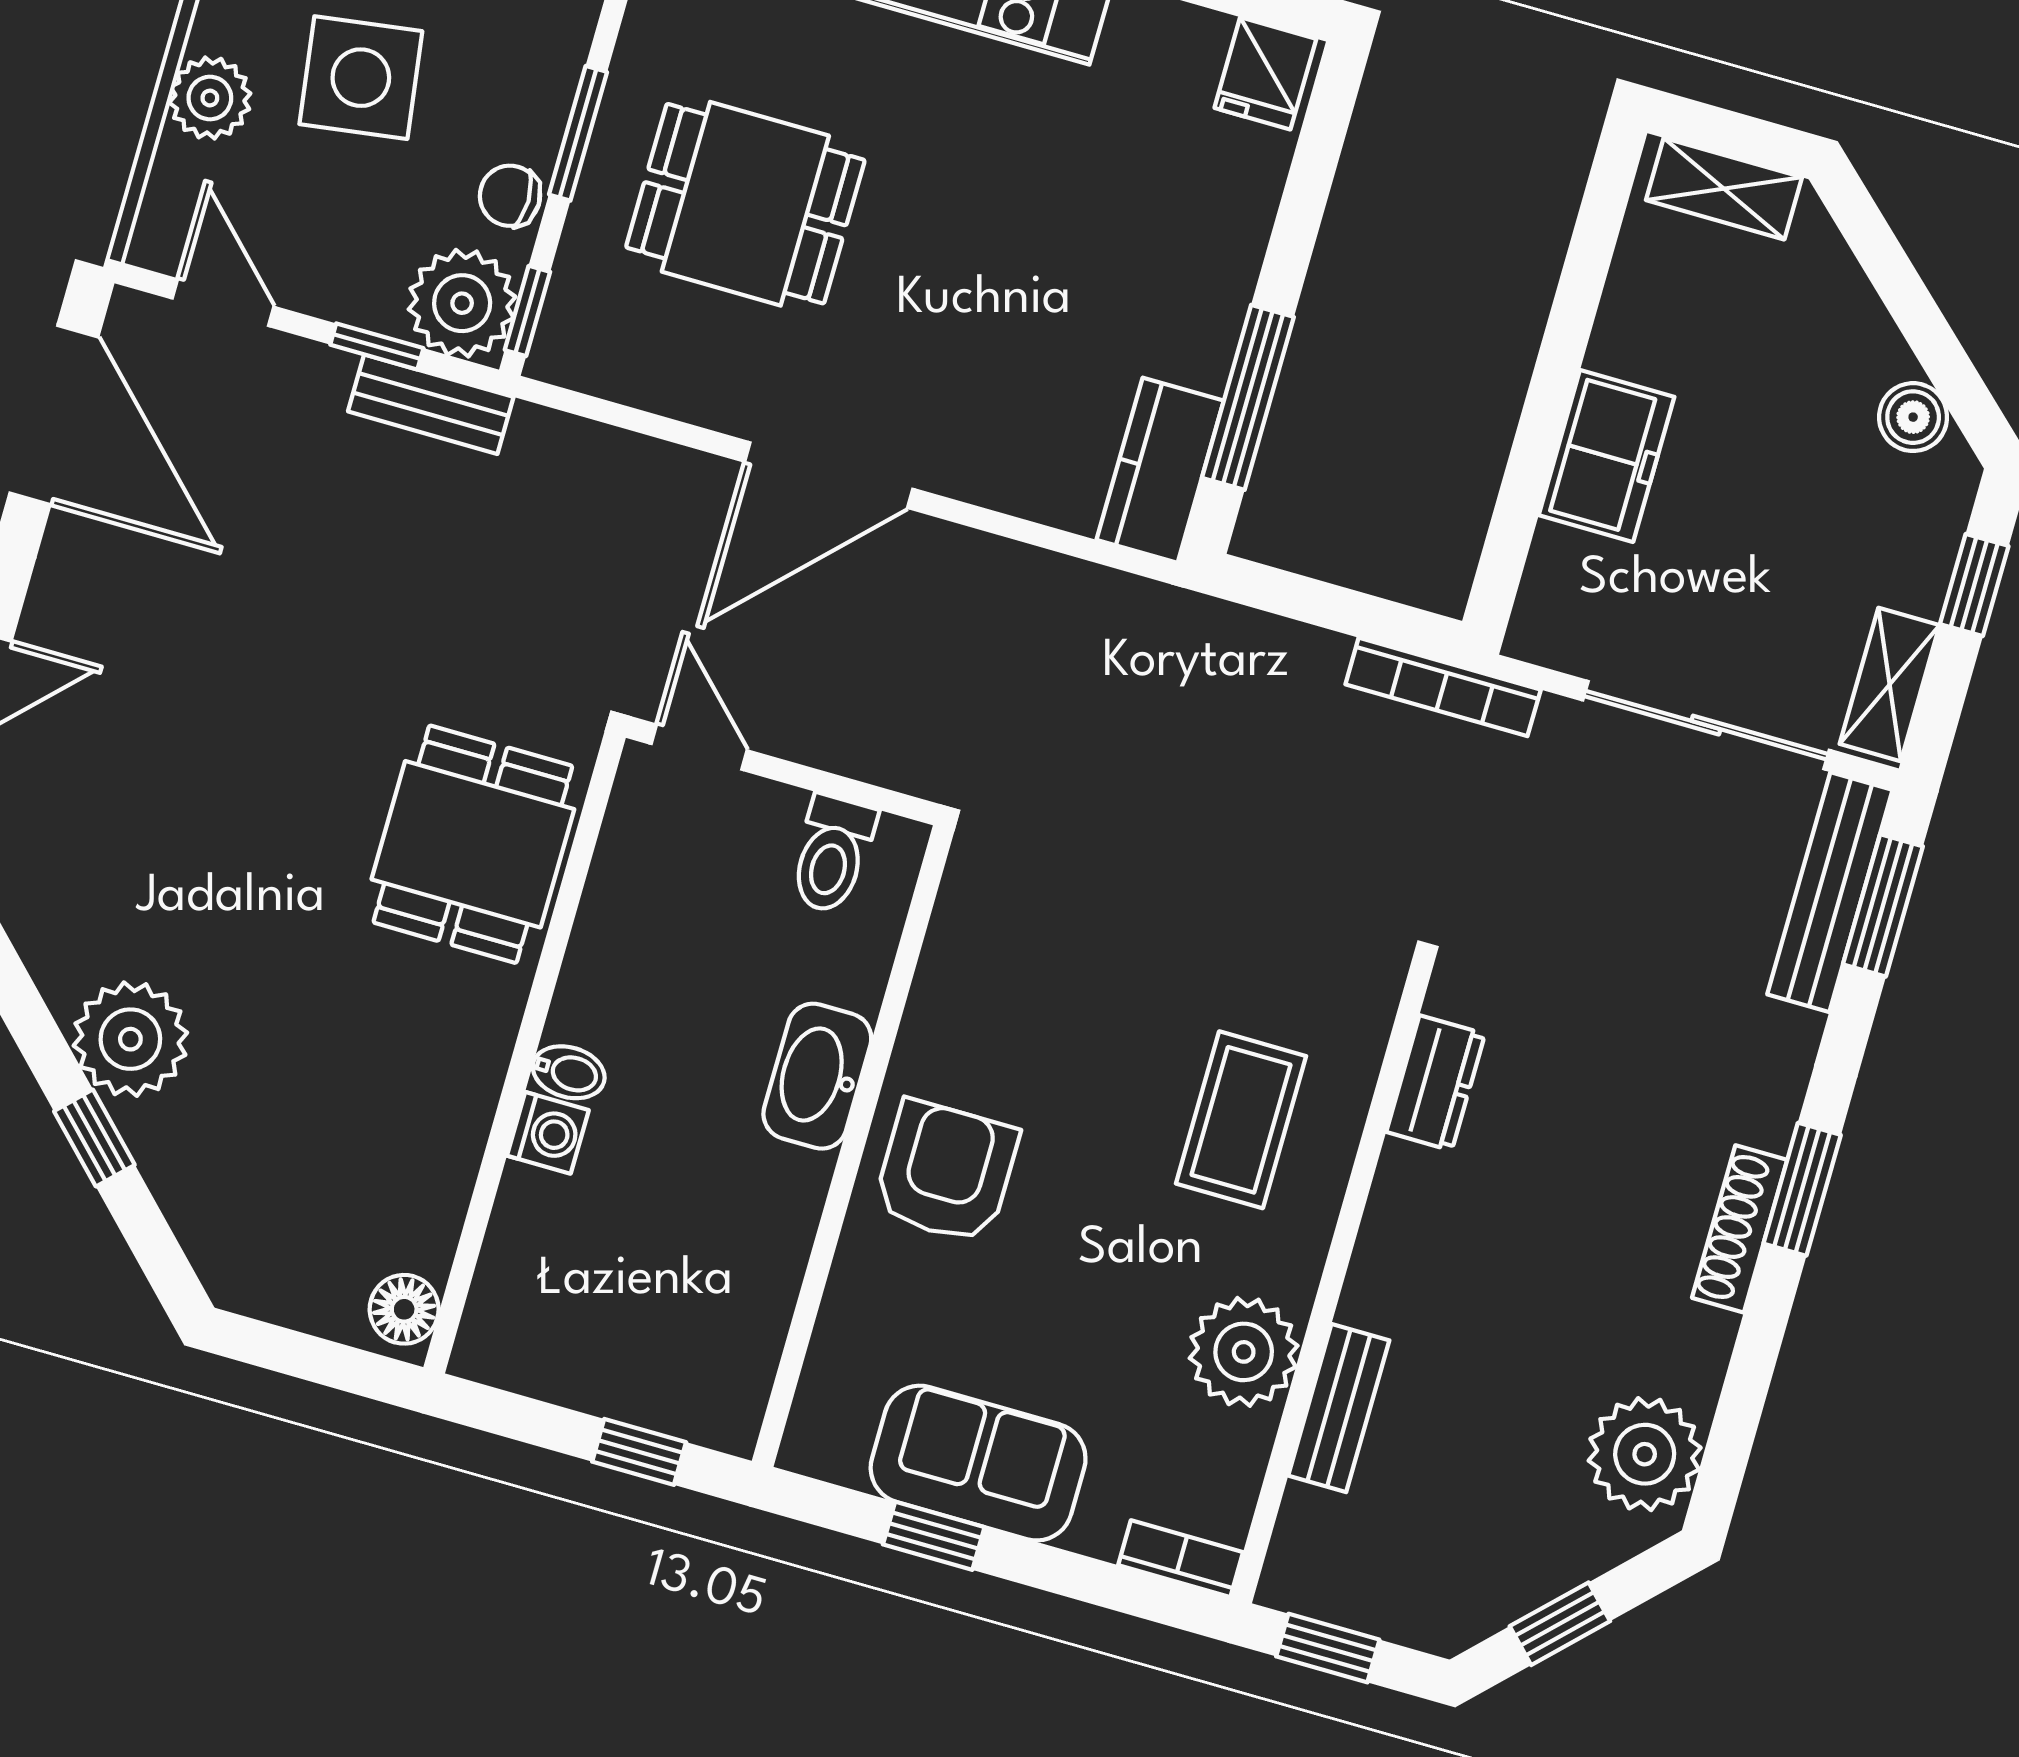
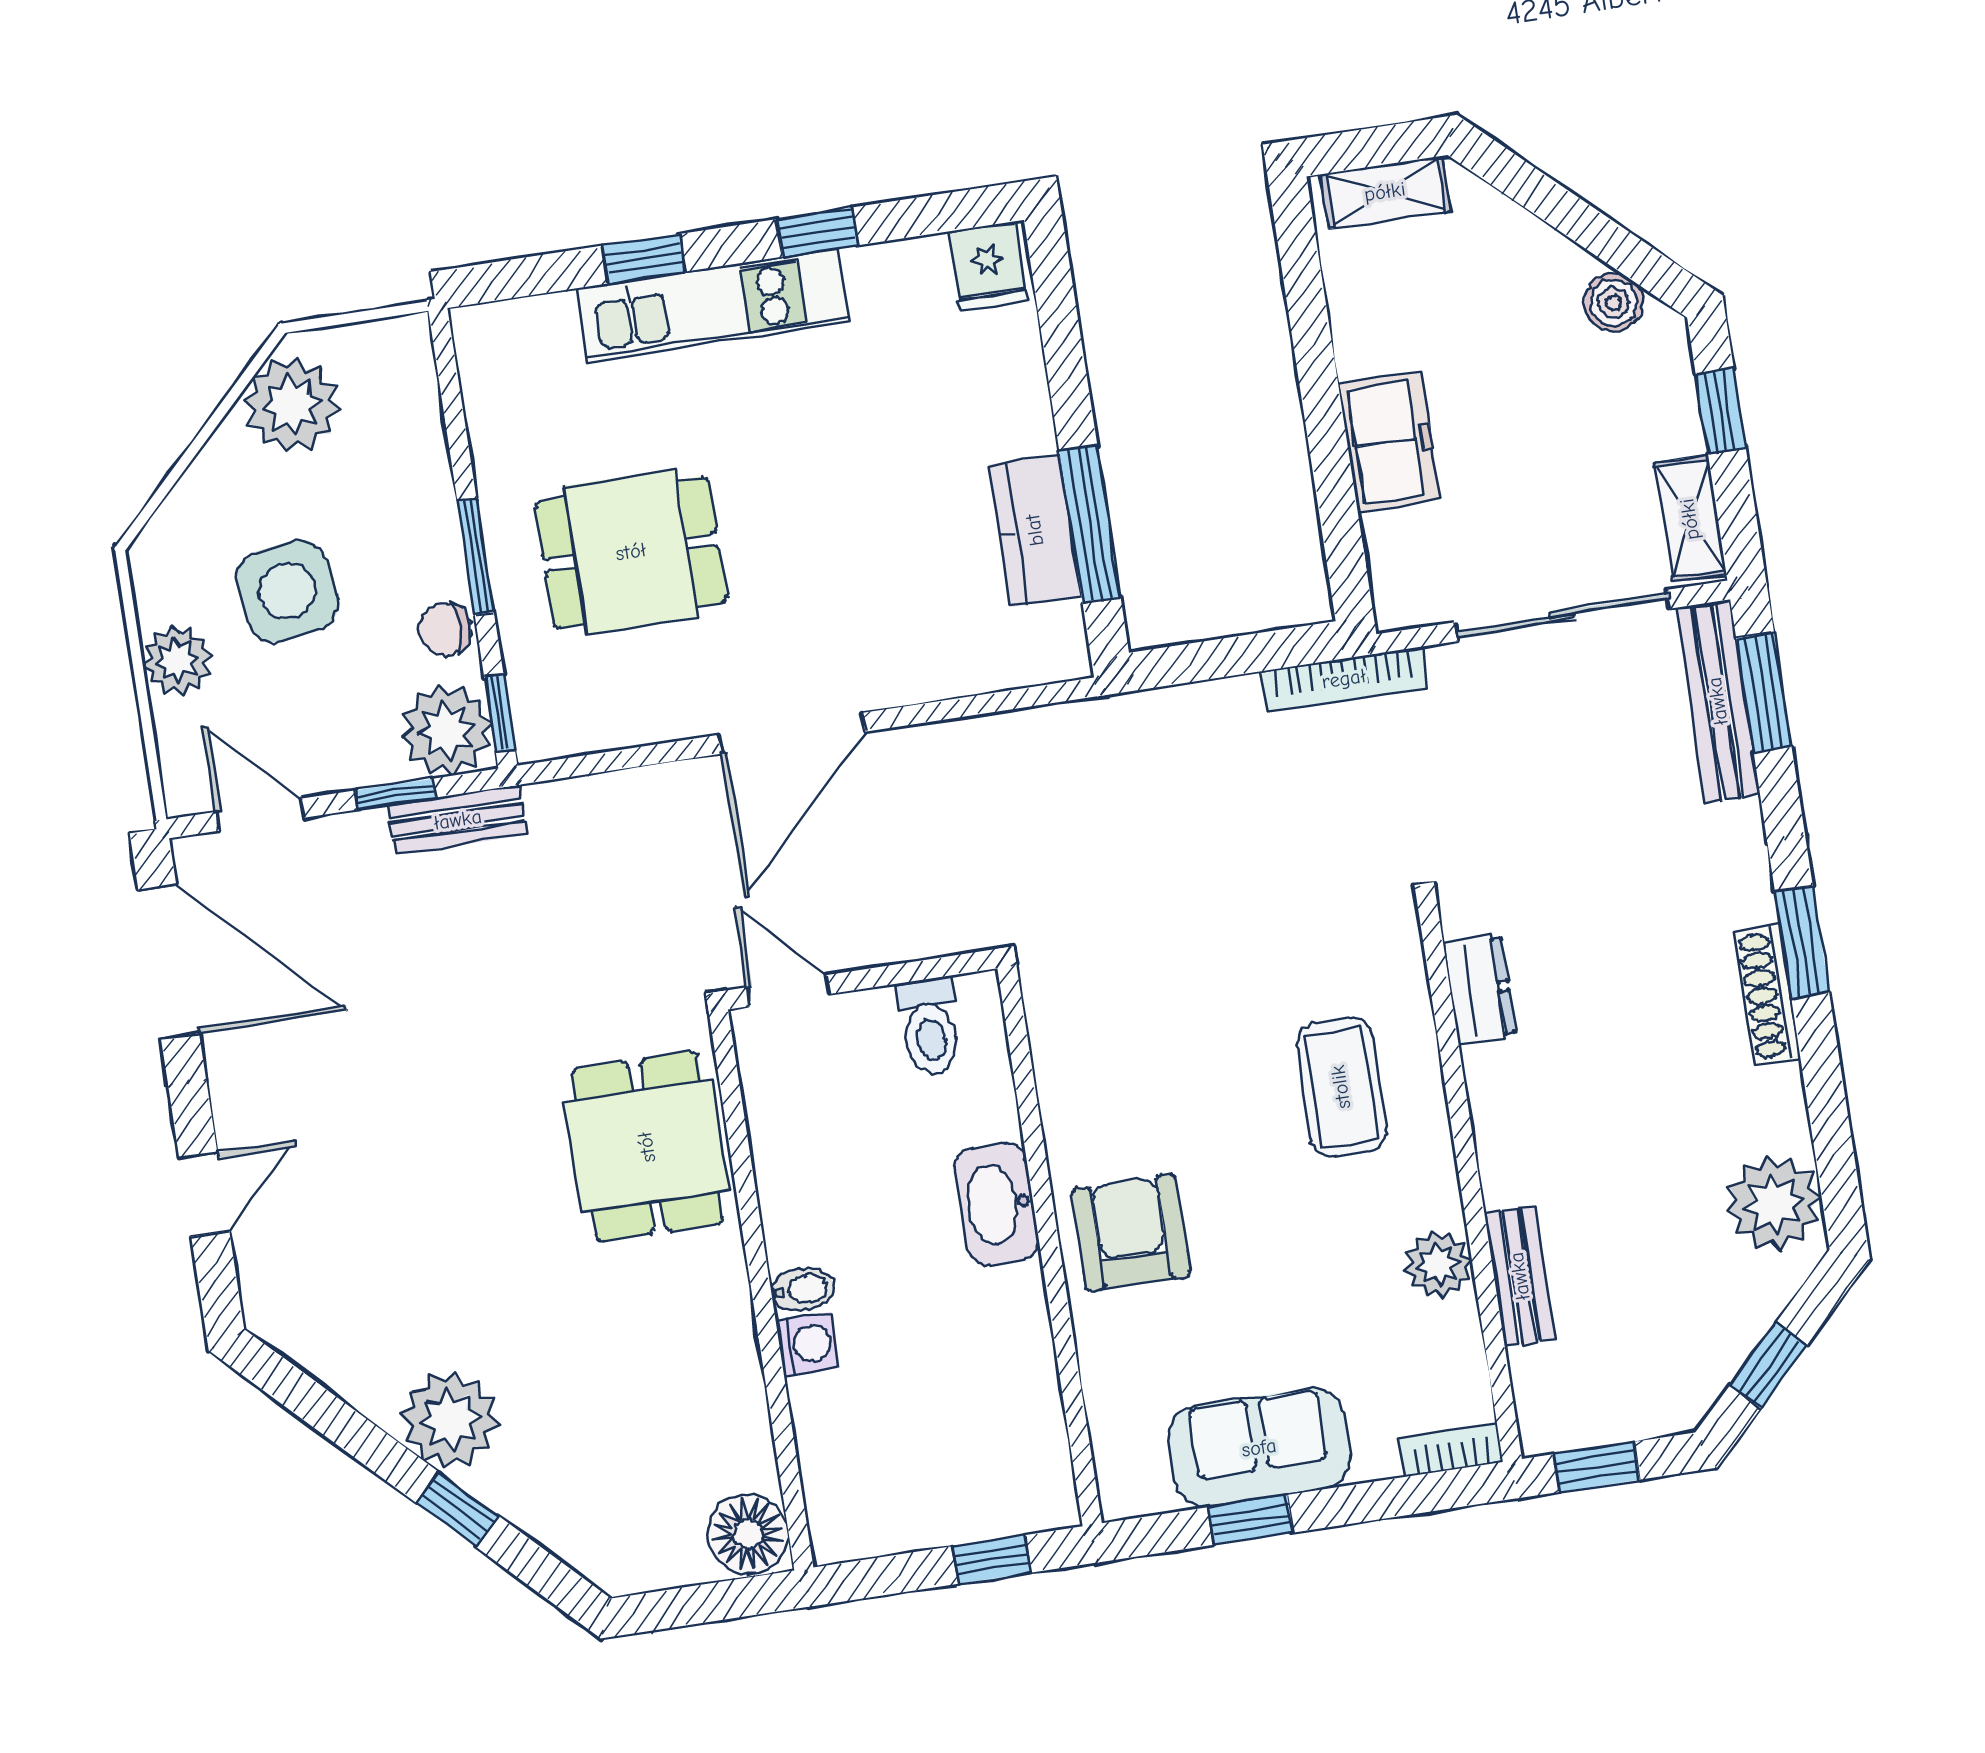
kitchen counter: (1160, 470) -> (1035, 530), moved
floor lamp: (404, 1309) -> (748, 1534), width x1.38, depth x1.38
plant: (1244, 1352) -> (1438, 1265), width x0.73, depth x0.73

